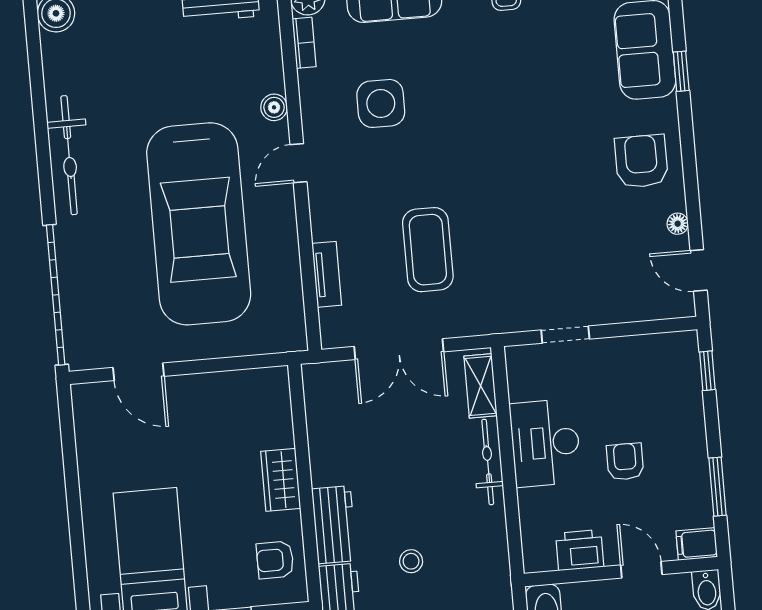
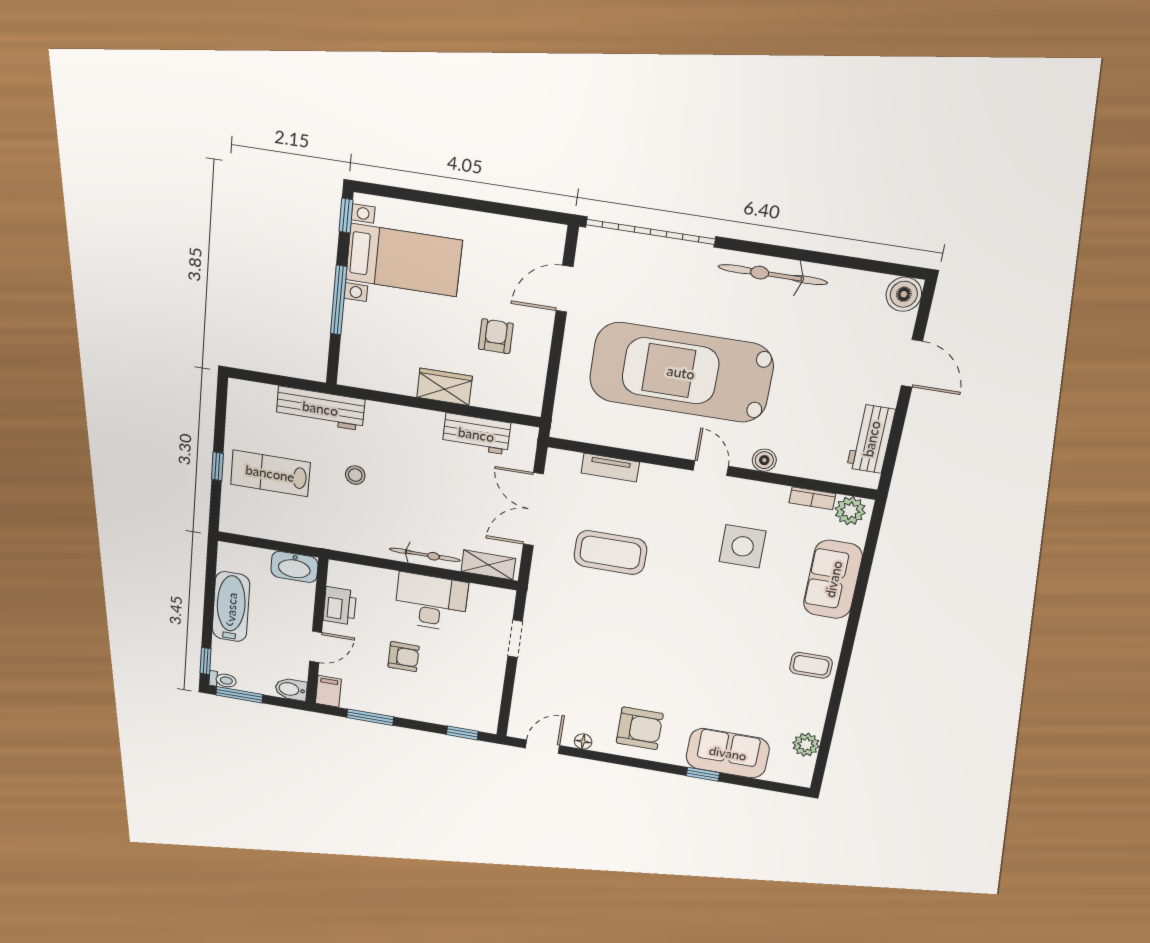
workbench: (334, 525) -> (476, 434), moved
armchair: (275, 560) -> (496, 336), moved

